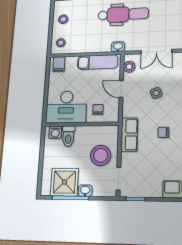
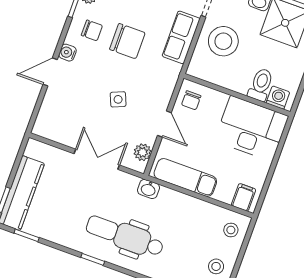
chair: (98, 109) -> (191, 100), moved
chair: (163, 132) -> (127, 41), width x1.87, depth x1.87
row of seats: (129, 135) -> (181, 37), moved

